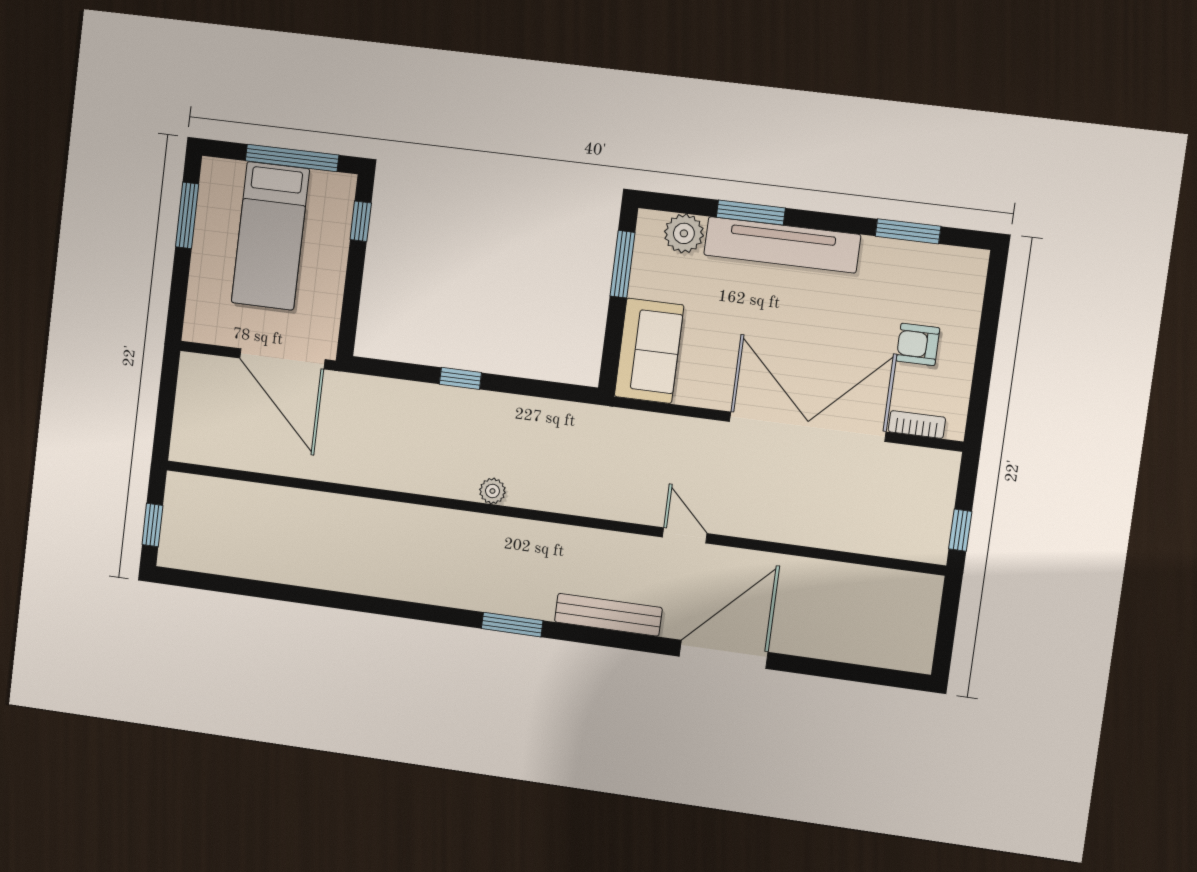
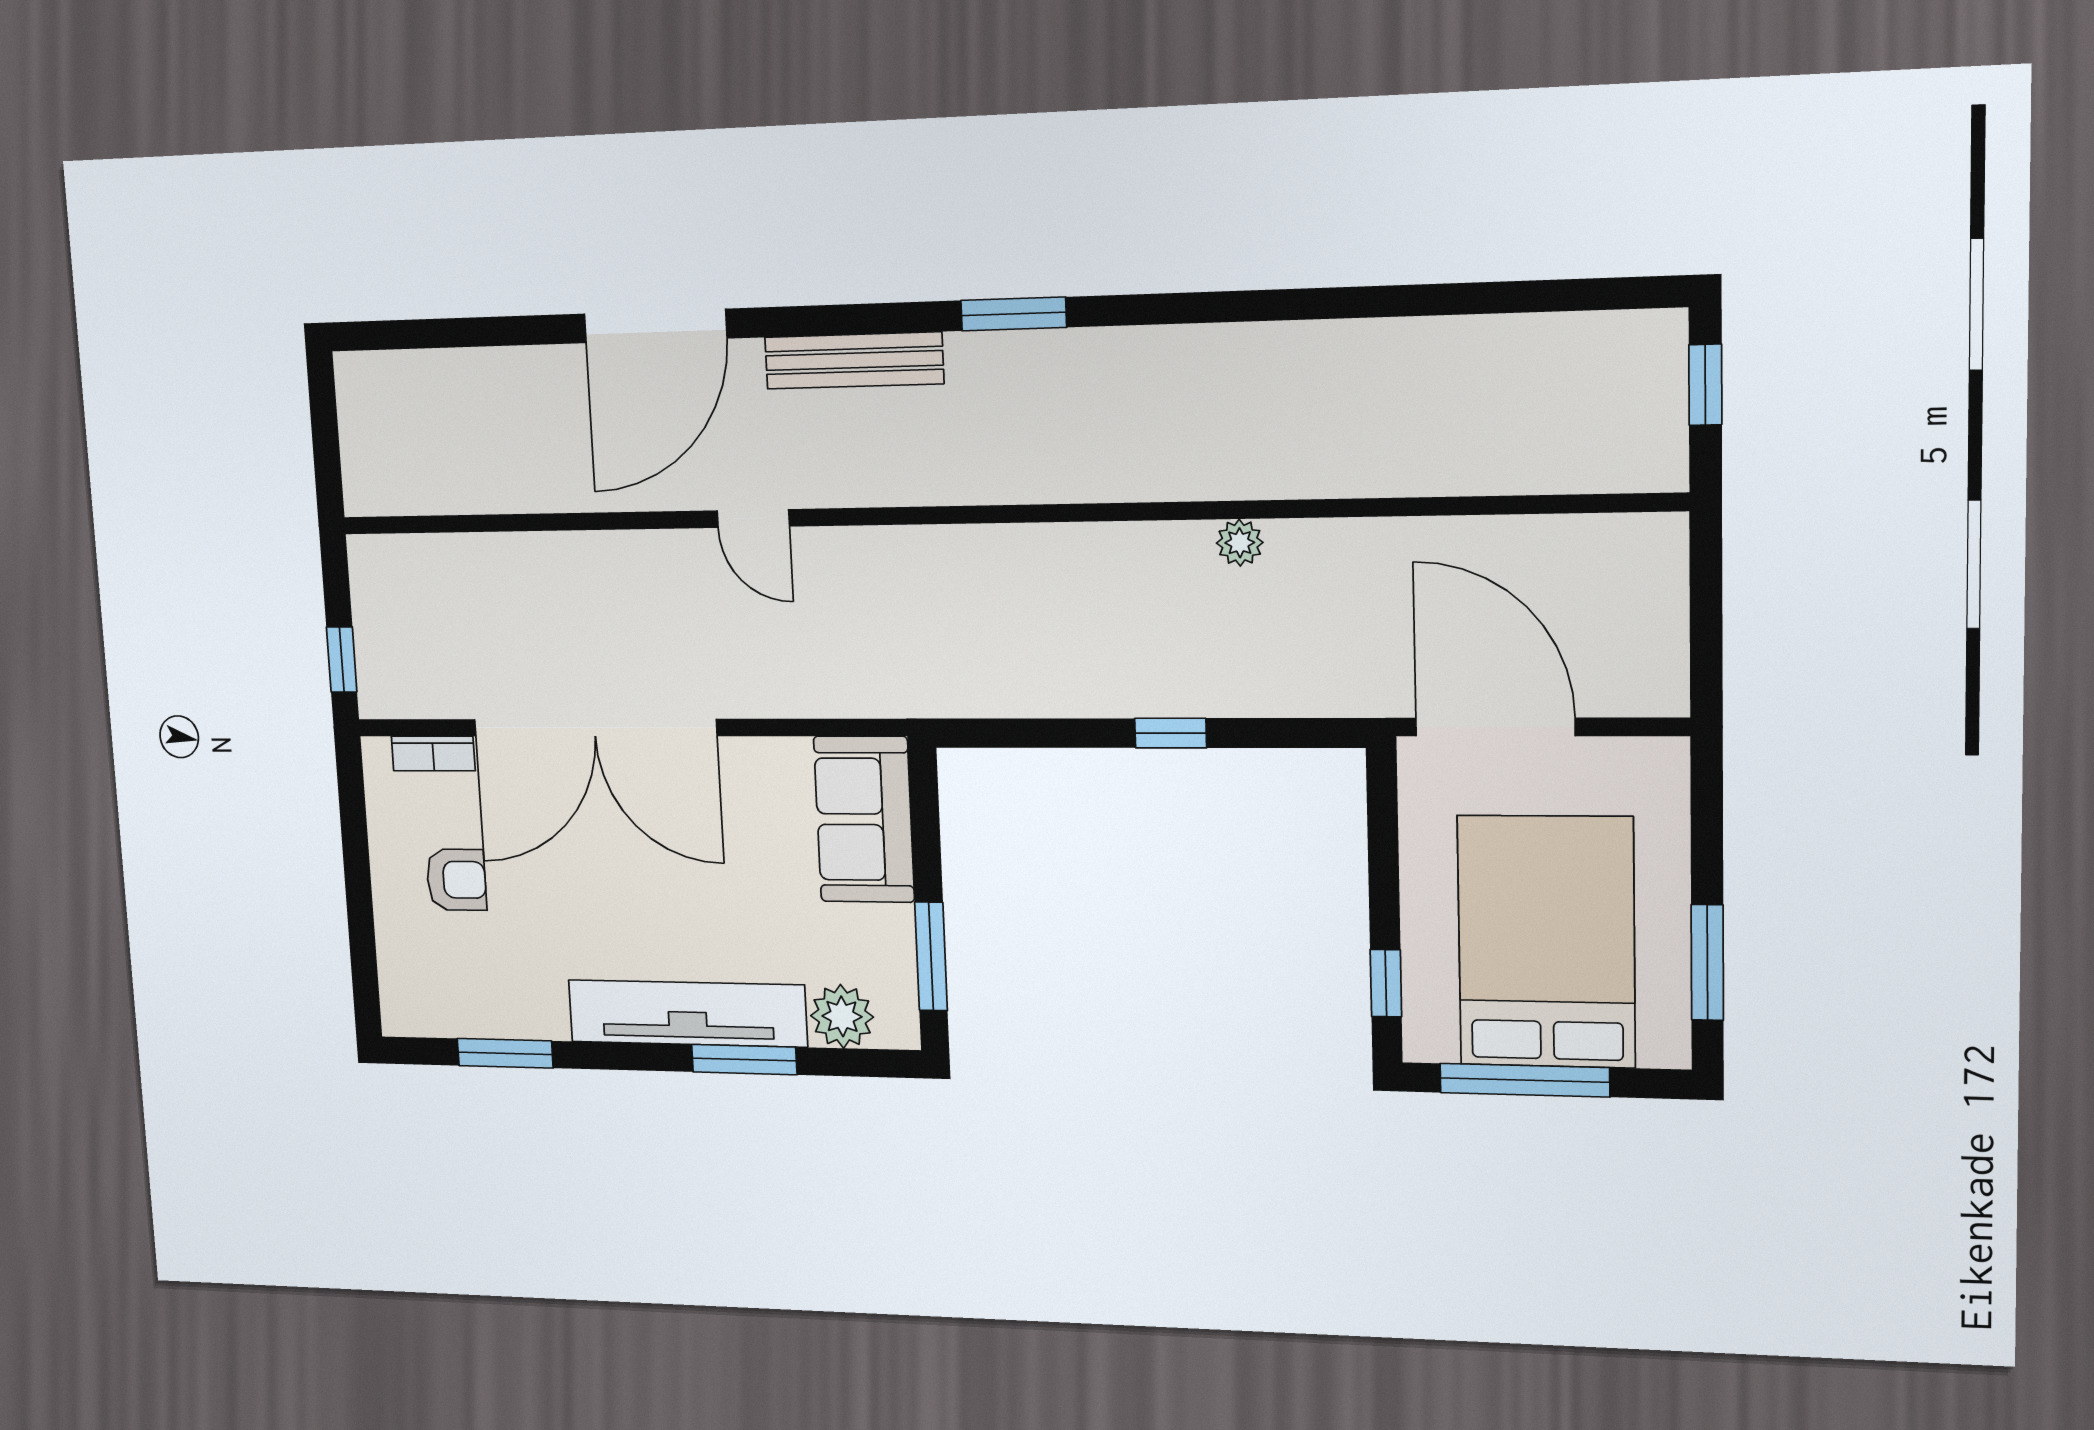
bed: (270, 236) -> (1546, 942), width x1.50
plant: (492, 491) -> (1240, 543), moved
window: (960, 530) -> (342, 660), moved

